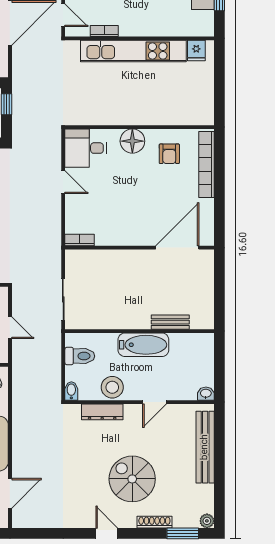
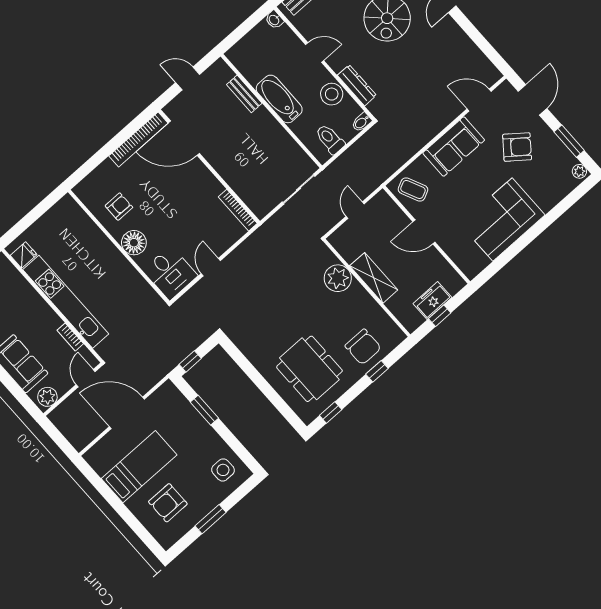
bookcase: (207, 164) -> (138, 139), moved
bookcase: (80, 240) -> (238, 210), width x1.56
door: (219, 290) -> (188, 78), added

